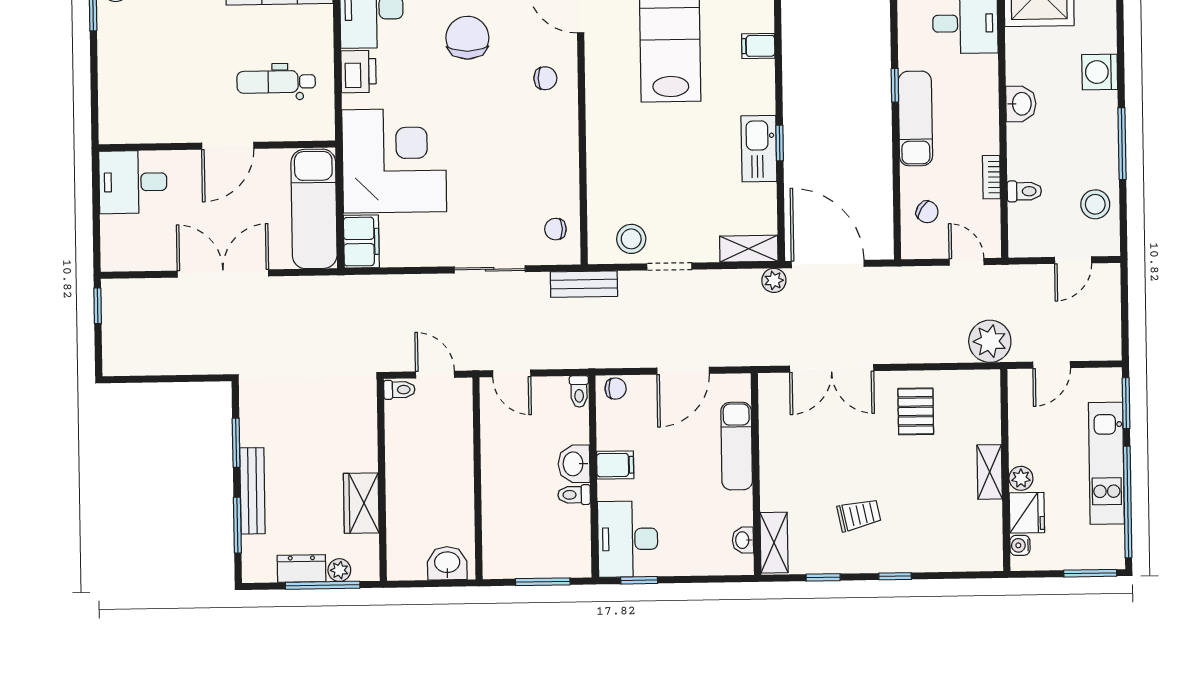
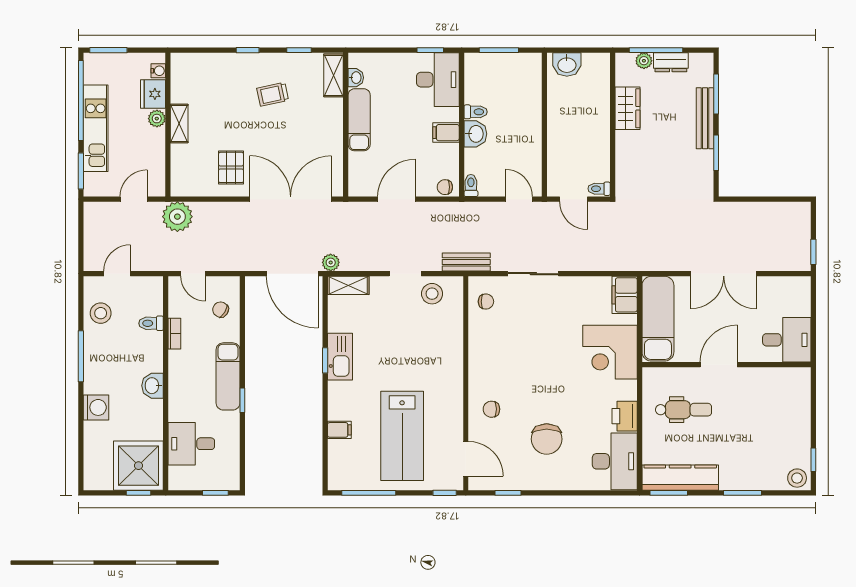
corner desk: (394, 161) -> (610, 352), width x0.74, depth x0.74
double door: (832, 368) -> (291, 199), width x1.36
exam couch: (737, 446) -> (359, 120), moved

